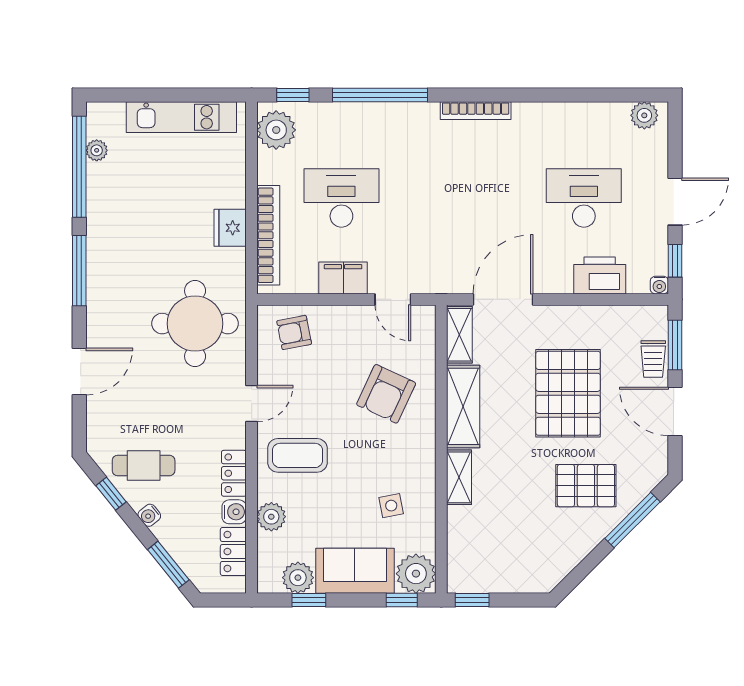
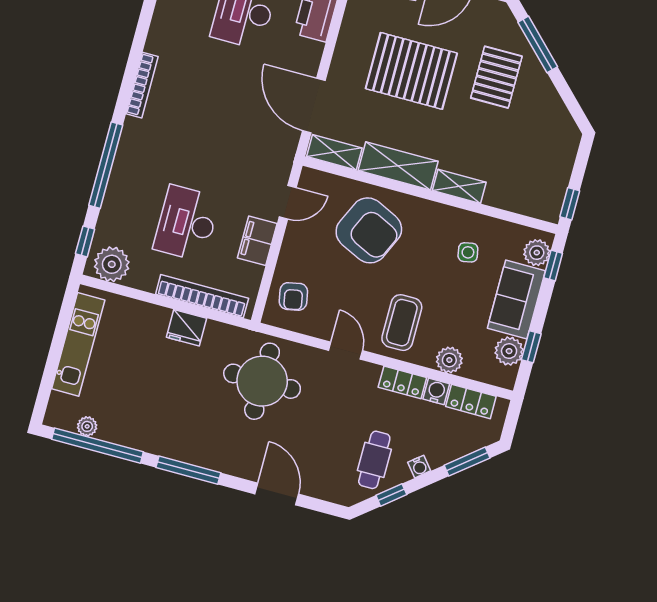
armchair: (386, 394) -> (369, 230), width x1.36, depth x1.36
plant: (416, 574) -> (537, 253), width x0.73, depth x0.73

